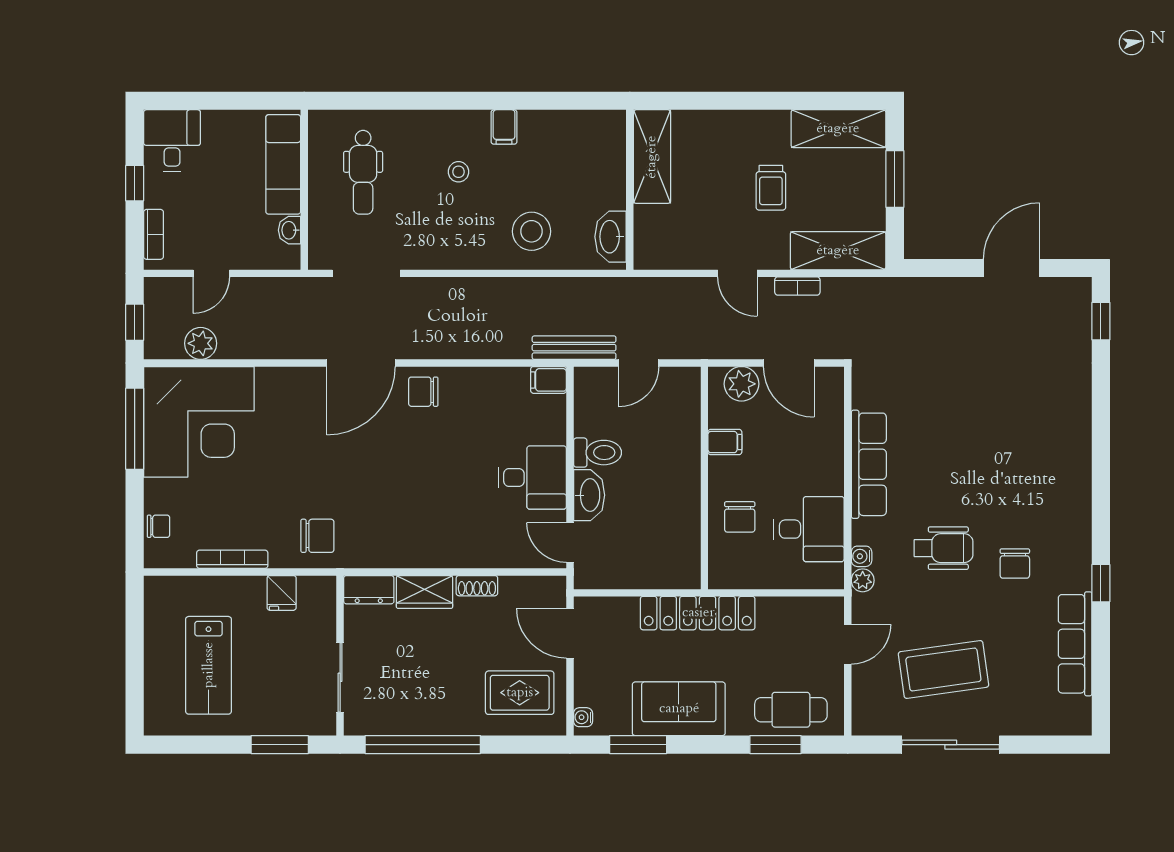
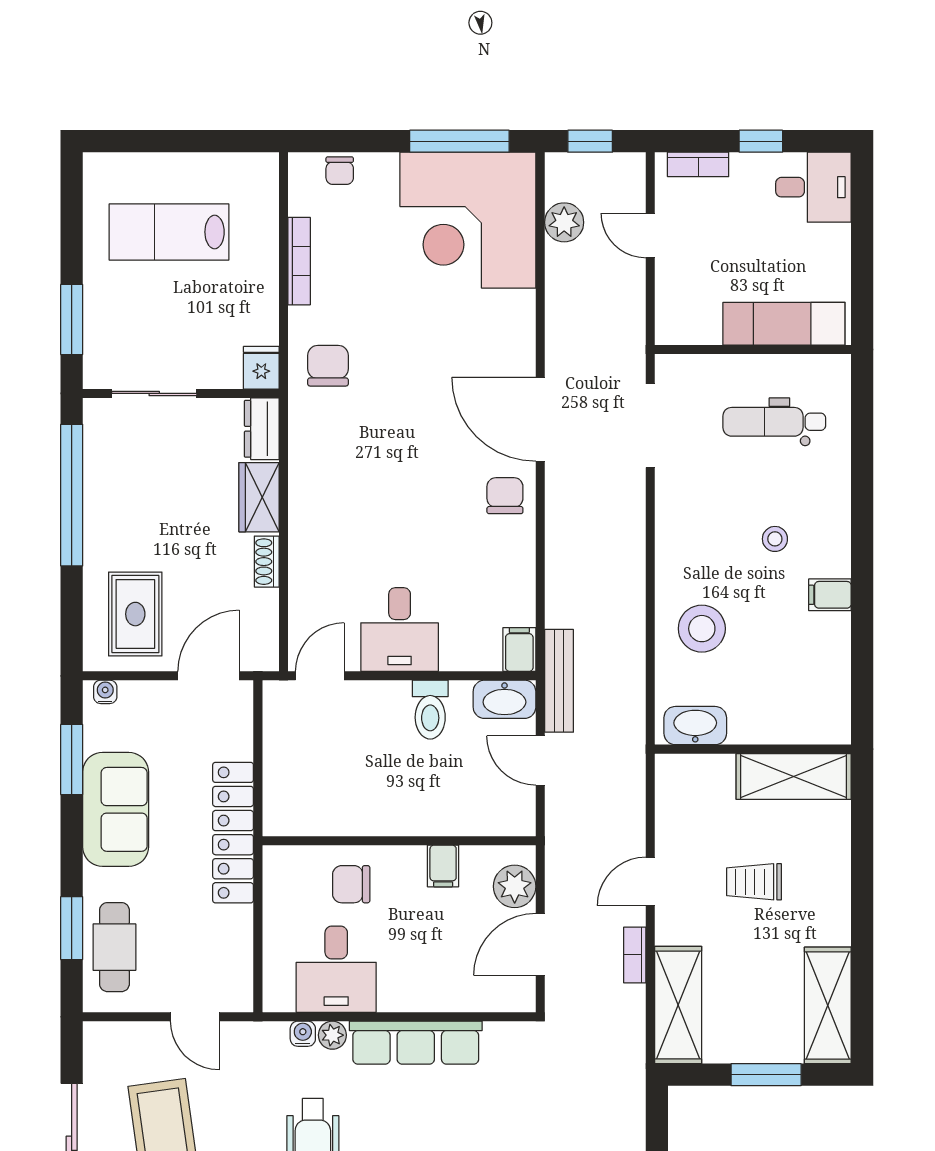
trolley: (771, 188) -> (754, 882), moved
washbasin: (290, 230) -> (703, 331), removed
washbasin: (589, 495) -> (504, 699), moved
chair: (317, 536) -> (328, 366), turned 180
plant: (863, 580) -> (332, 1035), moved
fridge: (282, 593) -> (261, 368), moved, turned 90

